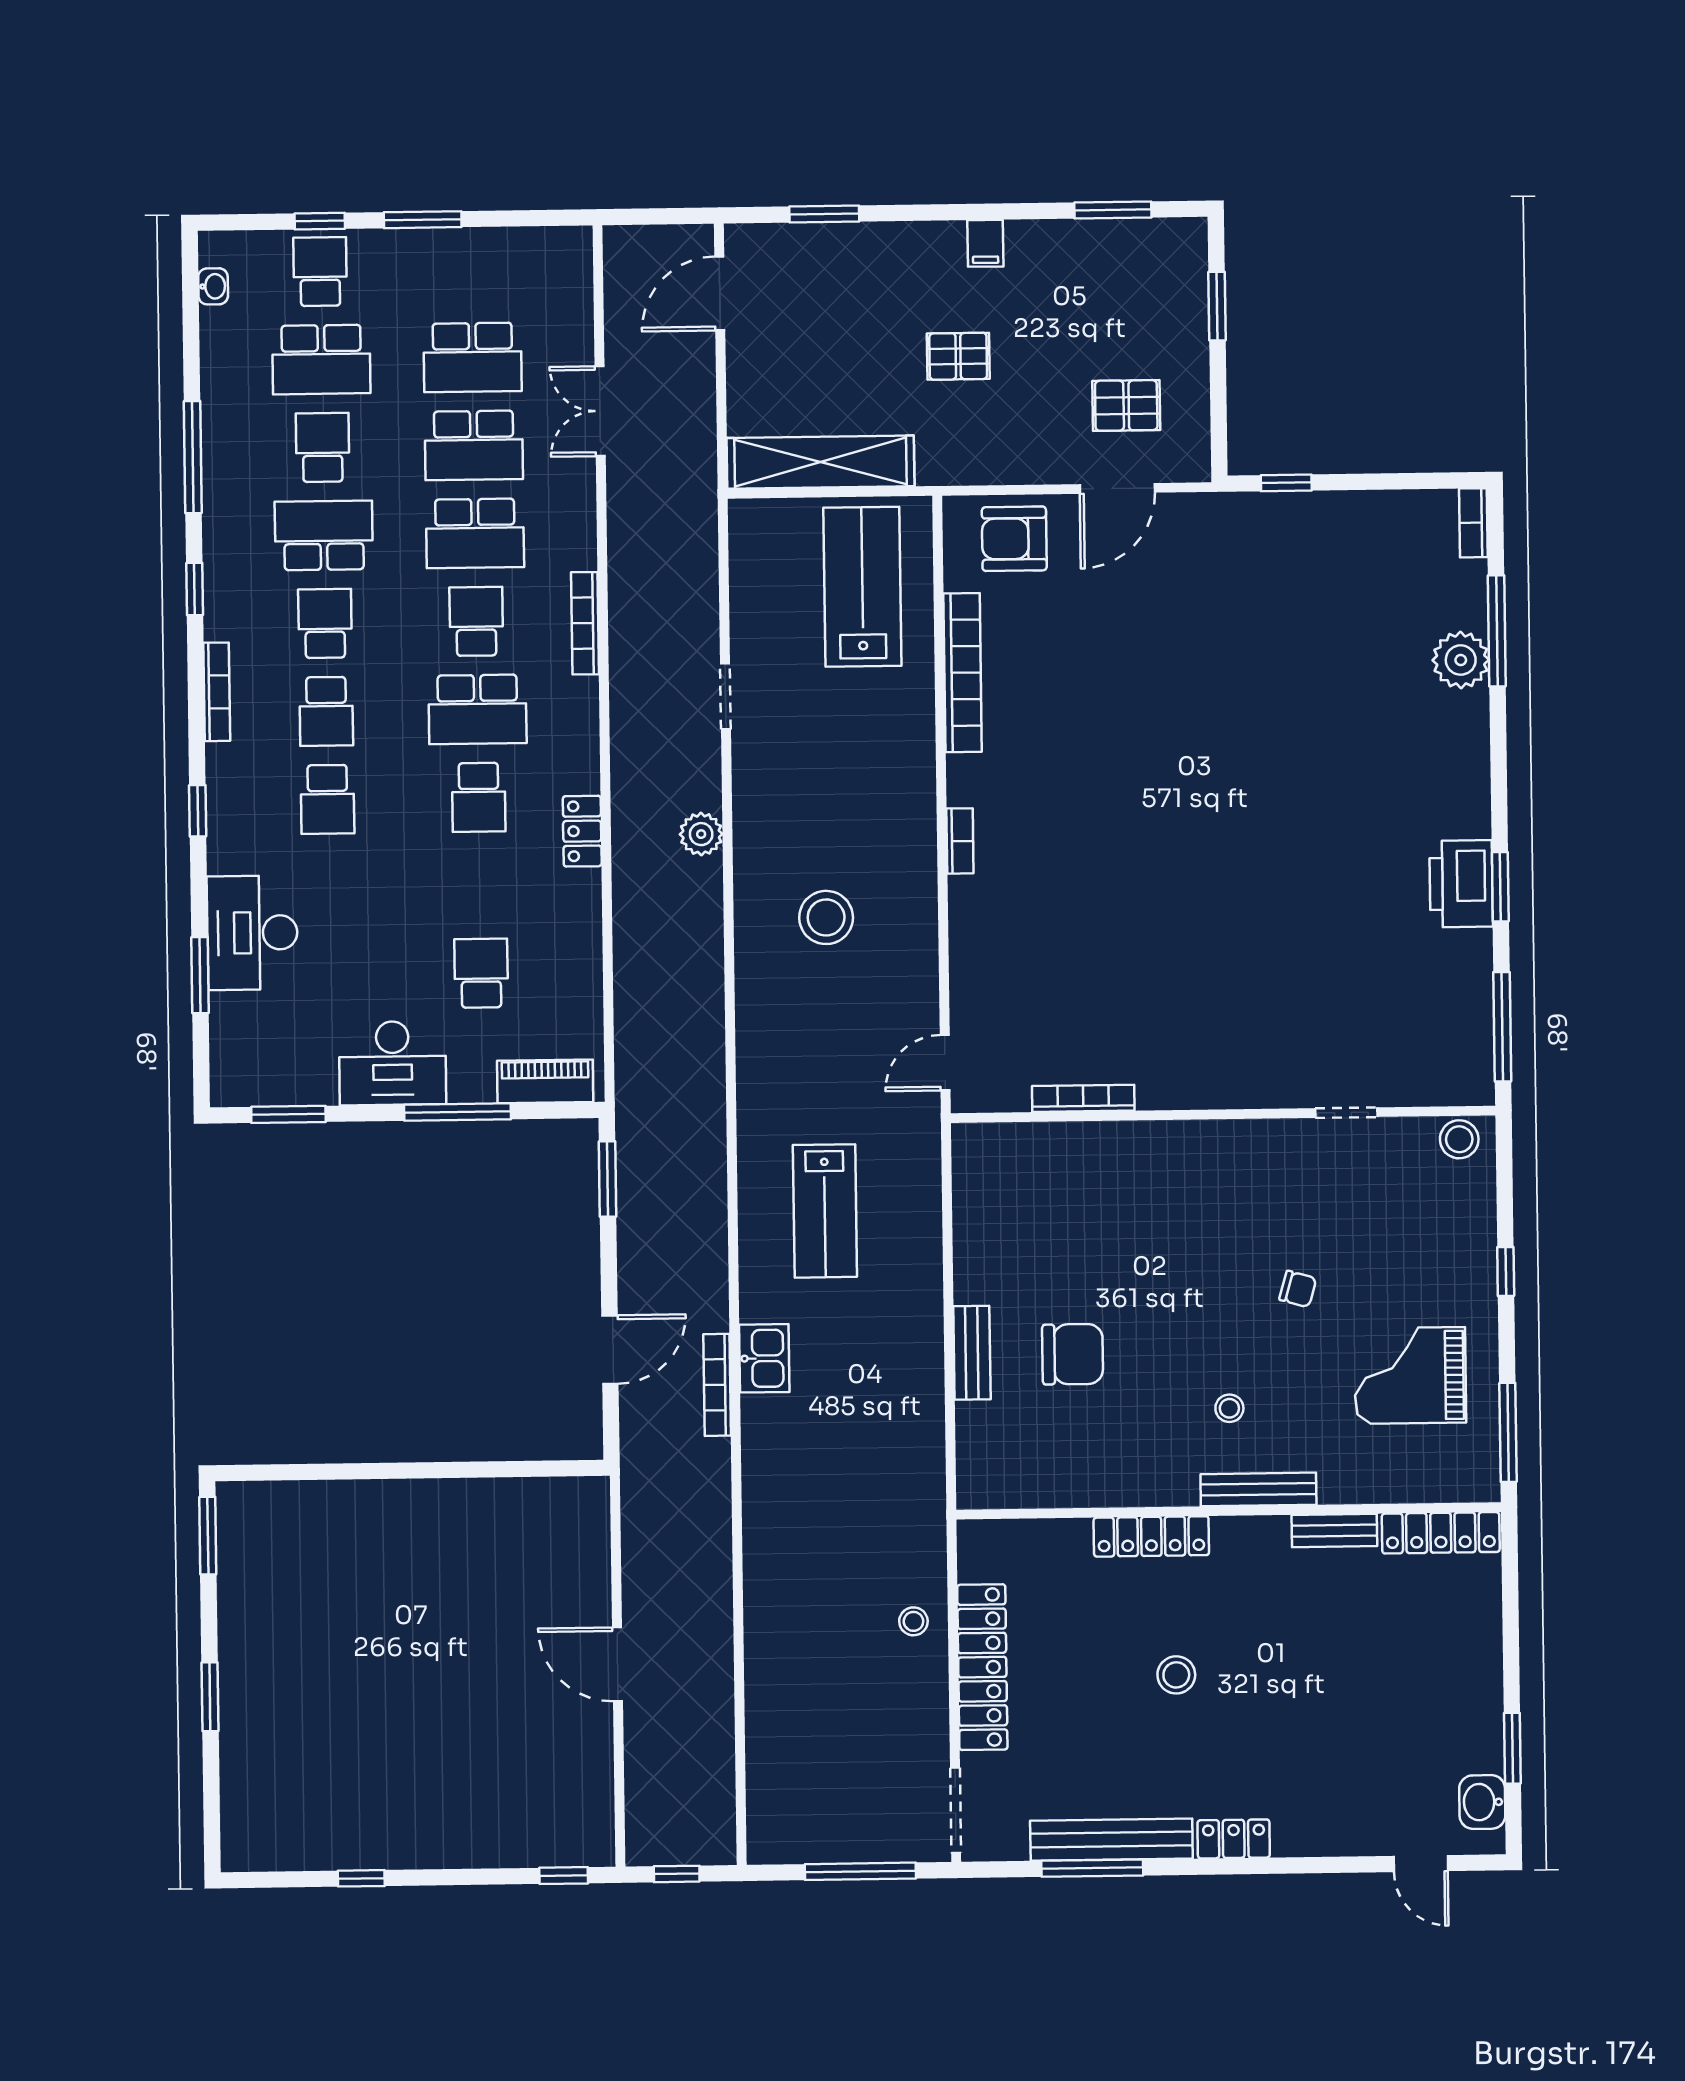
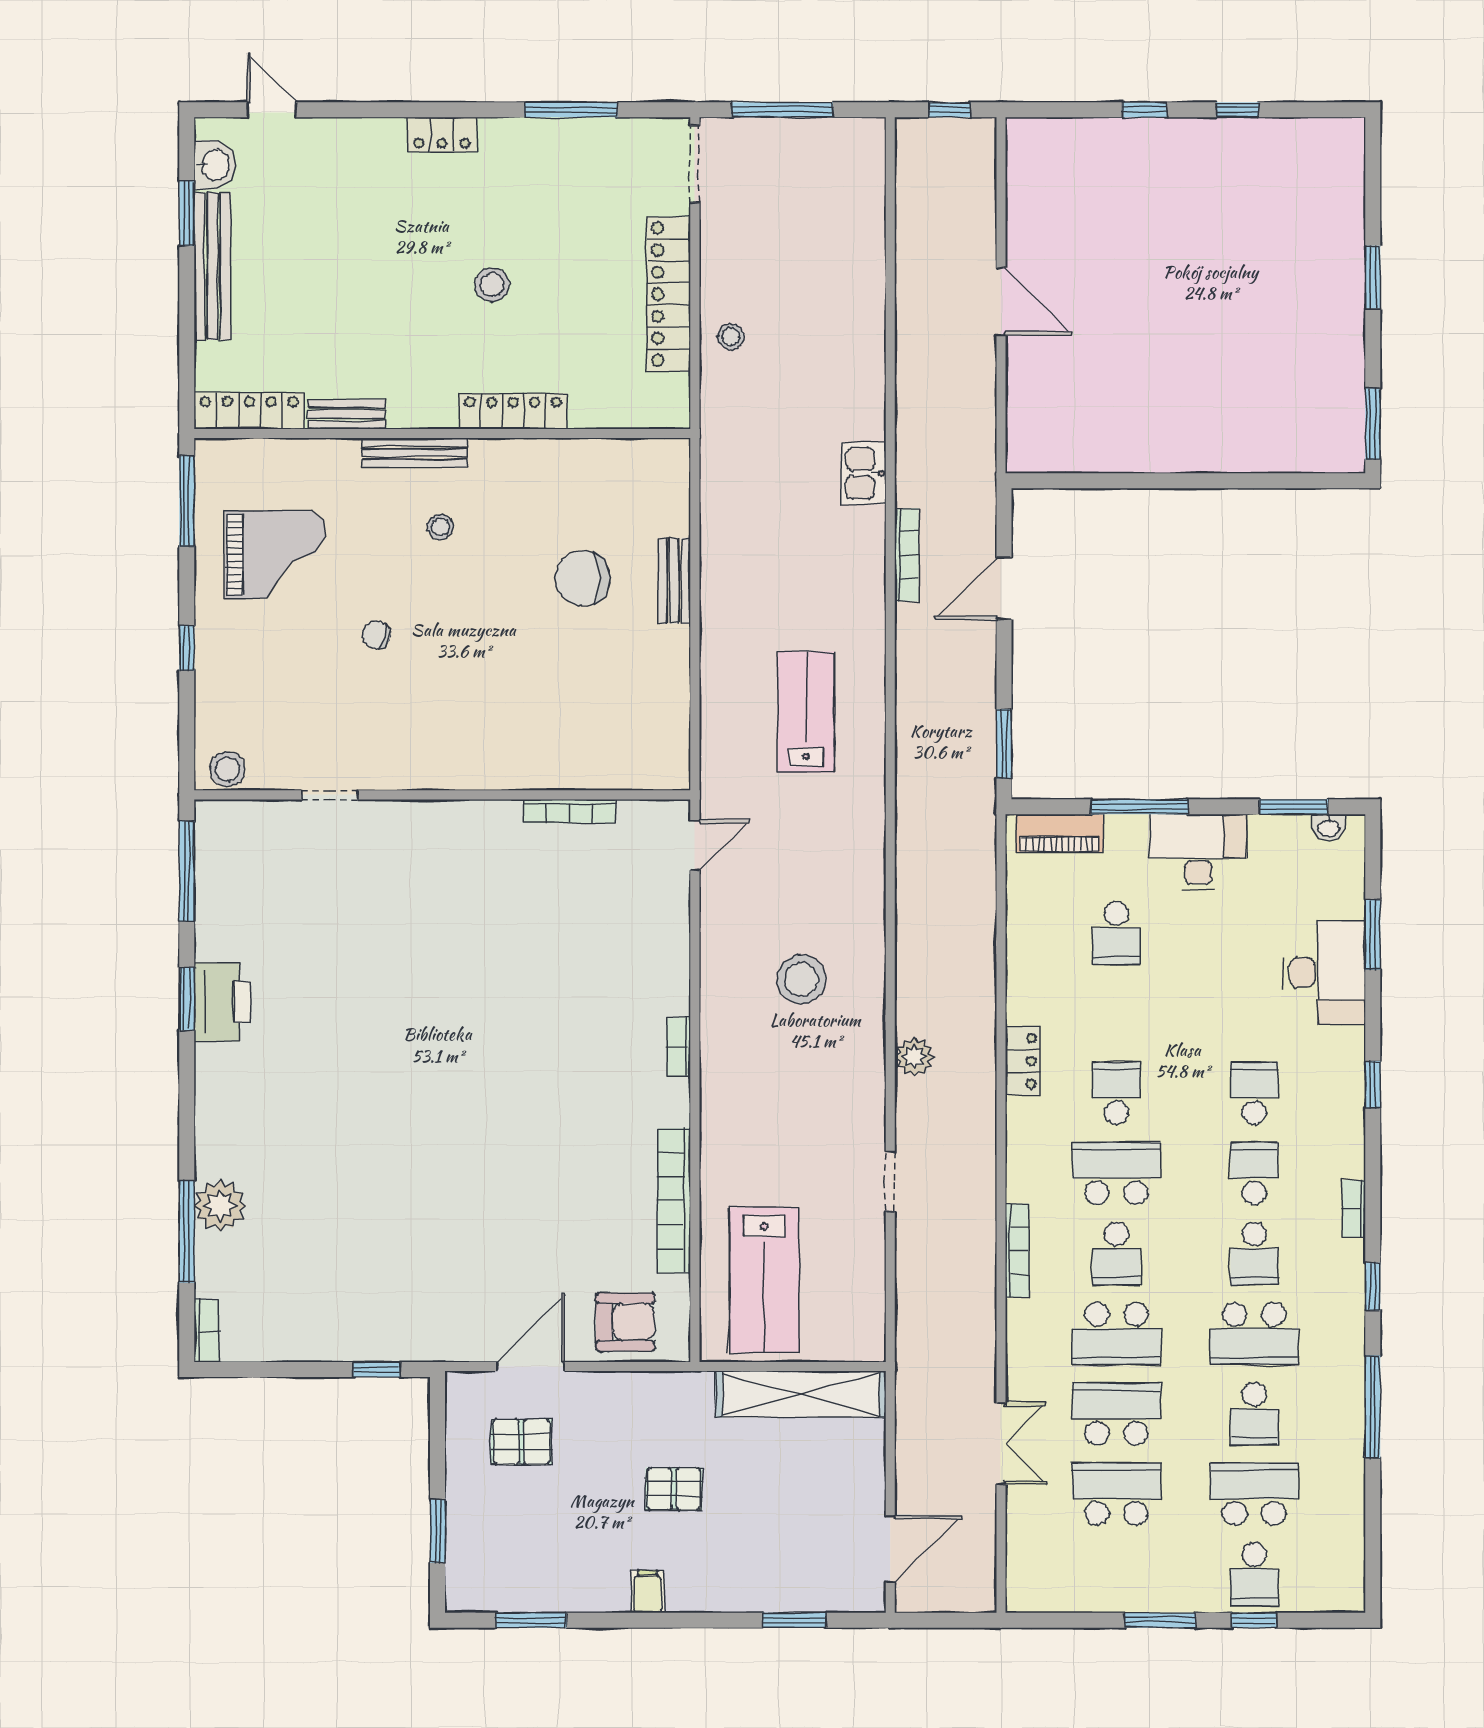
washbasin: (213, 286) -> (1329, 827), moved, turned -90
school desk: (475, 533) -> (1116, 1334), turned 180
bookcase: (217, 692) -> (1354, 1209), width x0.64
kitchen sink: (764, 1358) -> (863, 473), moved
bench: (1111, 1840) -> (212, 266), moved, turned 90
window: (564, 1876) -> (1145, 110), moved

